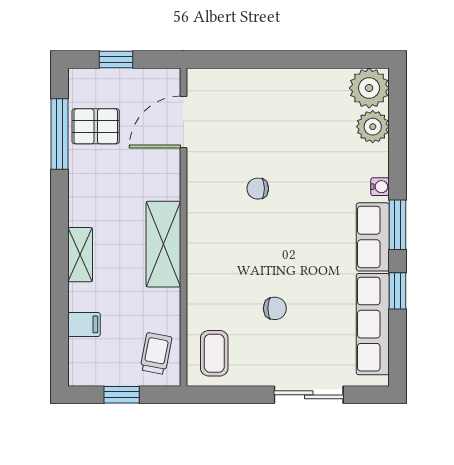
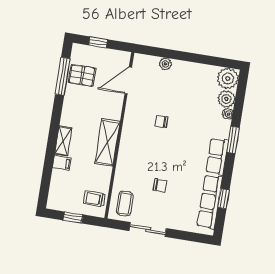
plant: (248, 80) -> (165, 64), added
water cooler: (380, 187) -> (228, 114), moved
window: (398, 225) -> (233, 140), moved
window: (398, 291) -> (223, 199), moved
filing cabinet: (84, 324) -> (62, 163), moved
trolley: (156, 353) -> (94, 199), turned -101
sliding door: (309, 395) -> (148, 230), moved

